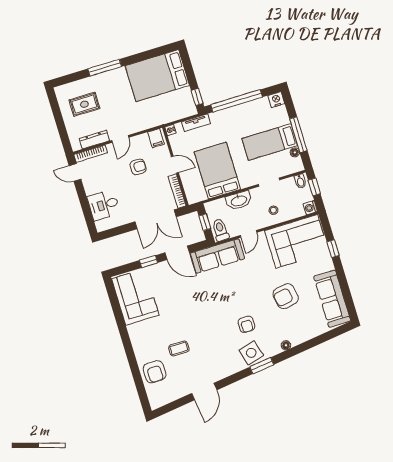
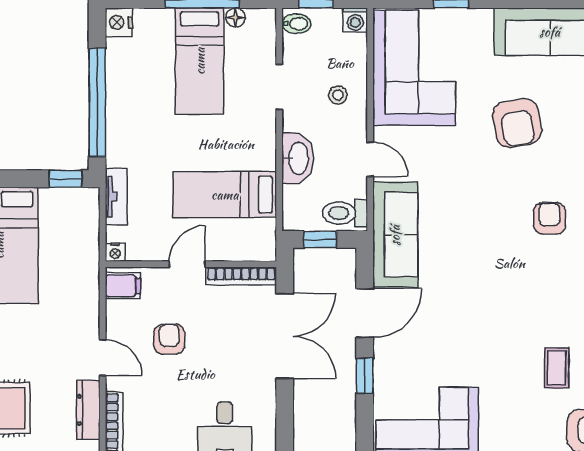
bed: (217, 171) -> (225, 195), width x0.67
armchair: (246, 324) -> (549, 218), turned -90

